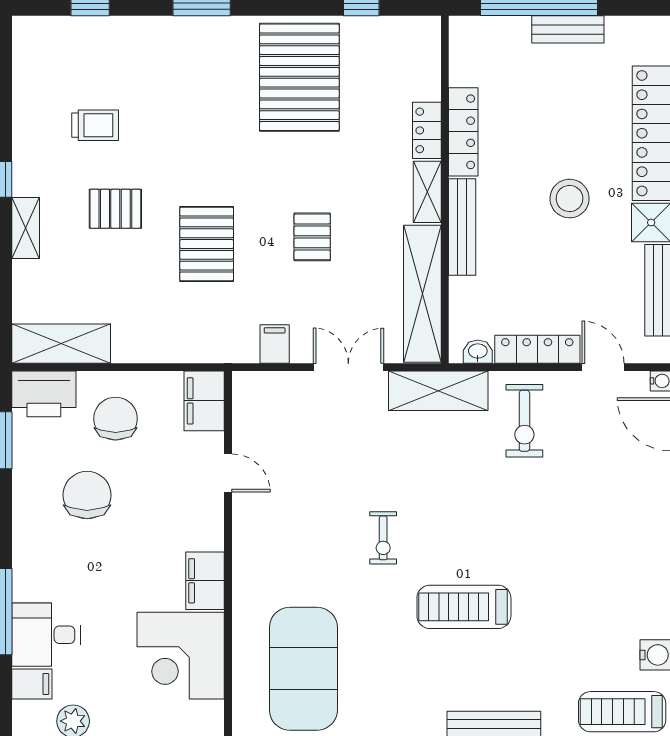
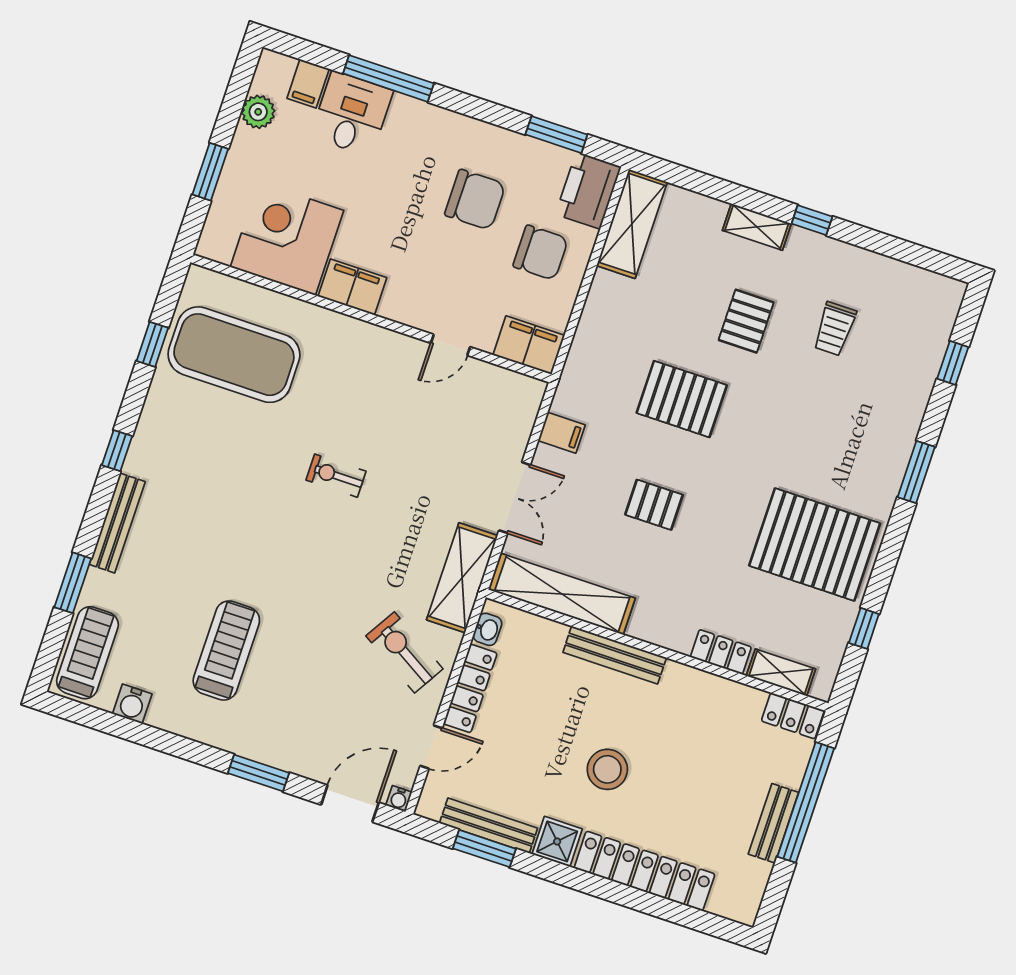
locker: (463, 132) -> (793, 716), moved, width x0.66
shelving: (427, 192) -> (781, 672), moved
exercise bike: (524, 421) -> (404, 652), turned 31
treadmill: (464, 607) -> (226, 651), moved

